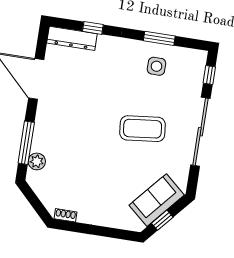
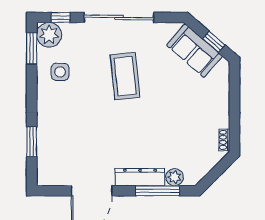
window: (93, 28) -> (32, 142), width x1.50
dresser: (72, 38) -> (140, 177), moved, turned -90
window: (159, 38) -> (32, 48), moved
plant: (194, 61) -> (49, 35), added

